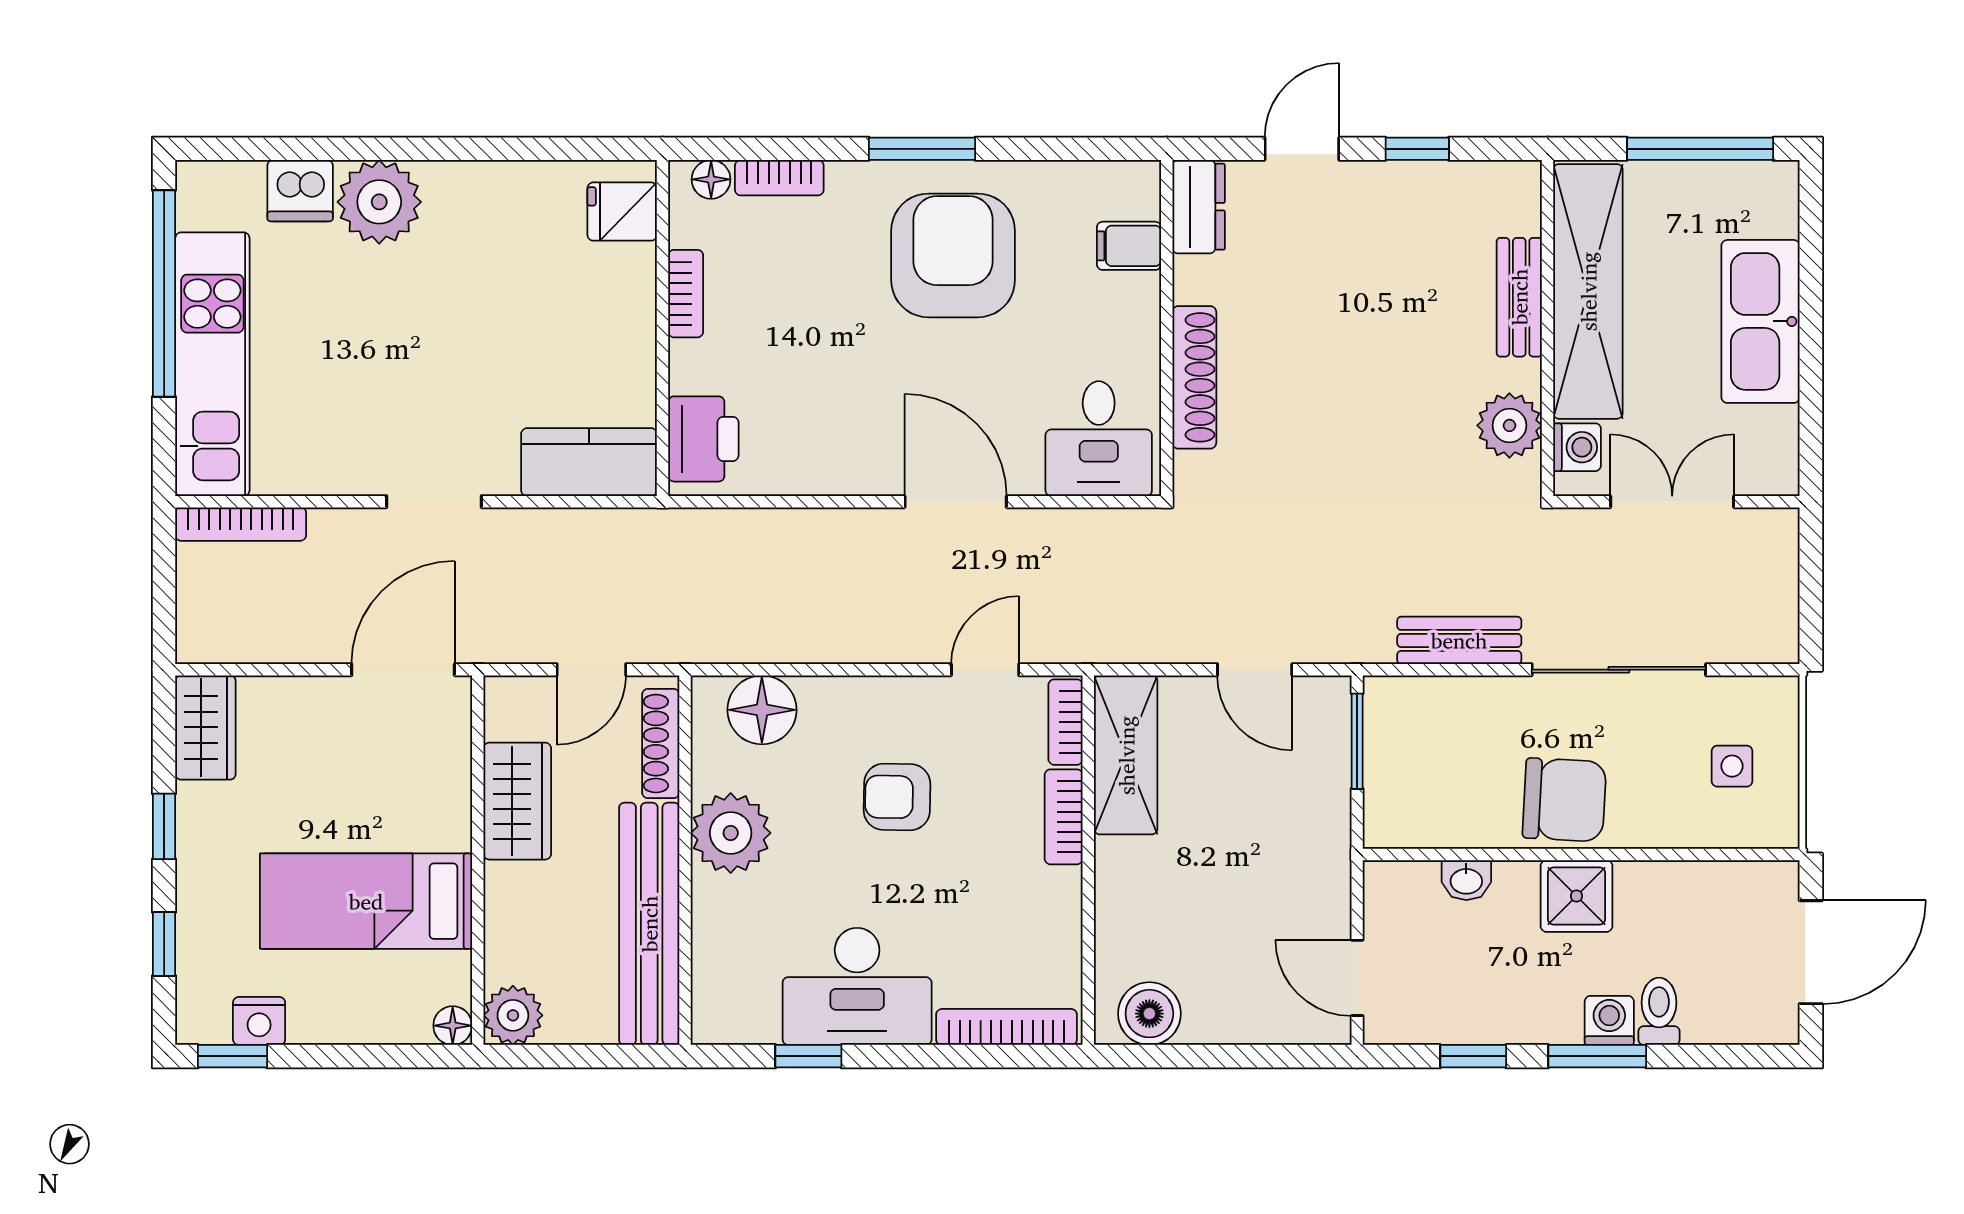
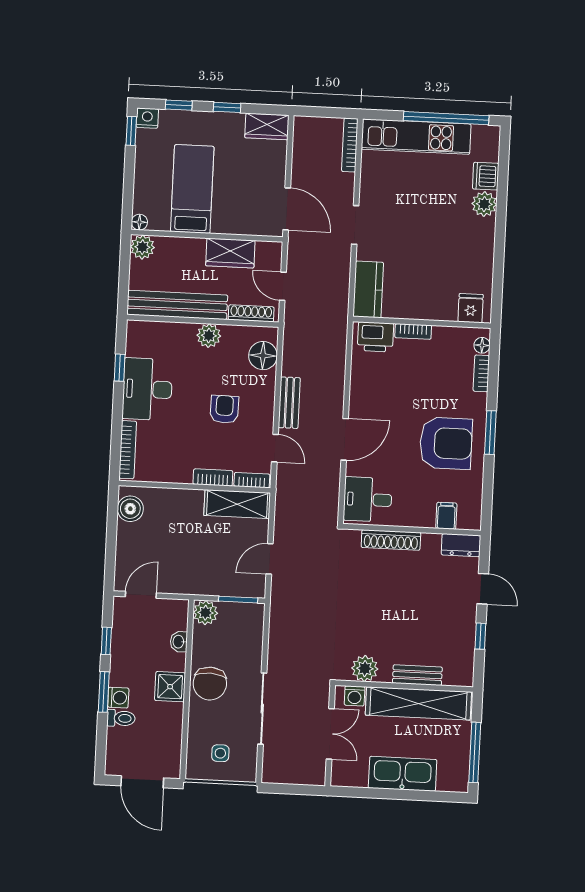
plant: (379, 202) -> (484, 204), width x0.73, depth x0.73
bookcase: (686, 294) -> (413, 331), moved
bench: (1459, 640) -> (289, 403), moved
plant: (1393, 819) -> (205, 613), added
plant: (731, 833) -> (209, 336), width x0.73, depth x0.73
nightstand: (259, 1021) -> (147, 118), moved, turned 90

